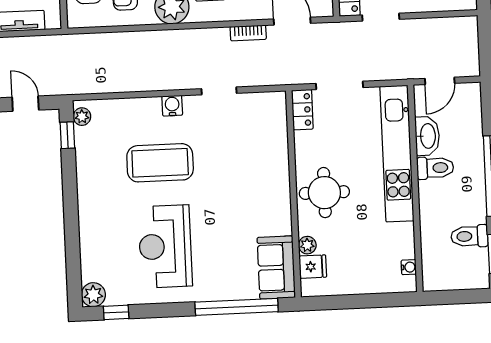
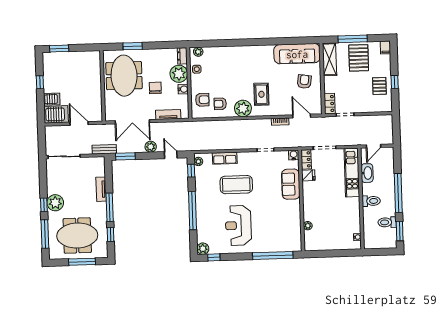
water cooler: (172, 106) -> (294, 155), moved
row of seats: (136, 109) -> (225, 158), added
kitchen unit: (397, 154) -> (352, 173), width x0.73
toilet: (435, 168) -> (371, 201), moved
round table: (324, 193) -> (316, 200), removed
window: (71, 217) -> (192, 211), added
sofa: (276, 267) -> (291, 184), moved
fridge: (313, 267) -> (308, 175), moved

